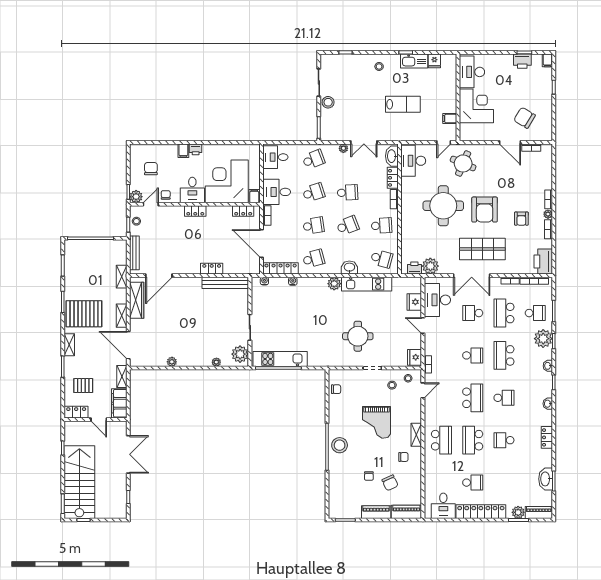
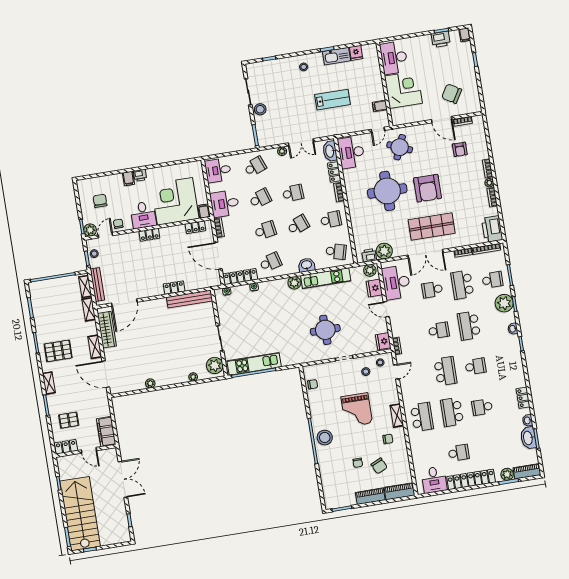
armchair: (521, 219) -> (460, 149), moved
plant: (413, 283) -> (370, 270), added
pallet: (84, 314) -> (58, 351), width x0.73, depth x0.71
shelving: (122, 376) -> (85, 287), moved
washbasin: (548, 404) -> (528, 420), moved

